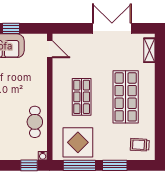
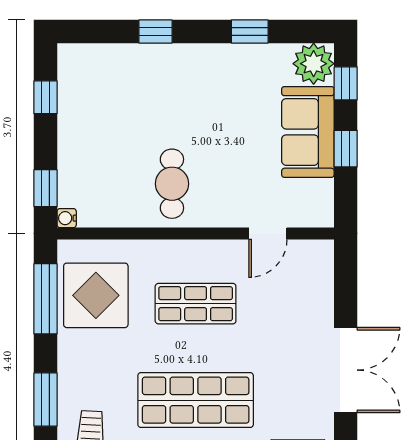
door: (50, 49) -> (268, 234), moved
cafe table: (35, 122) -> (172, 184), moved, turned 90
window: (115, 165) -> (46, 400), moved

